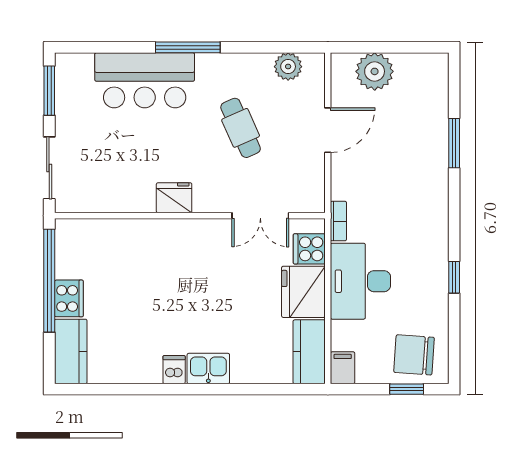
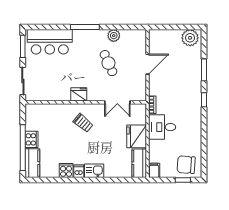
plant: (288, 67) -> (114, 36), moved
plant: (375, 71) -> (190, 38), moved
bar counter: (145, 80) -> (50, 42), moved
cooker: (309, 249) -> (66, 170), moved, turned 90
trolley: (184, 262) -> (83, 123), added
window: (454, 277) -> (204, 100), moved
window: (49, 281) -> (23, 148), moved
desk: (360, 281) -> (162, 127), width x0.73

